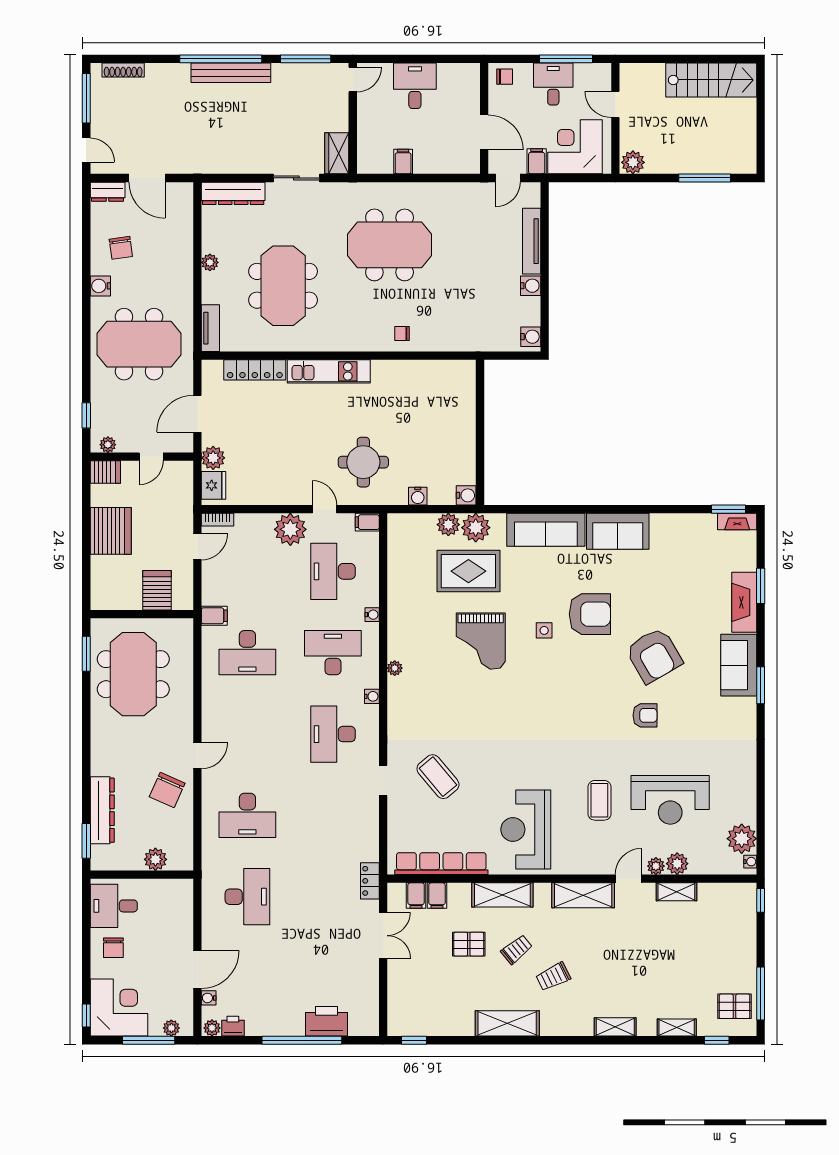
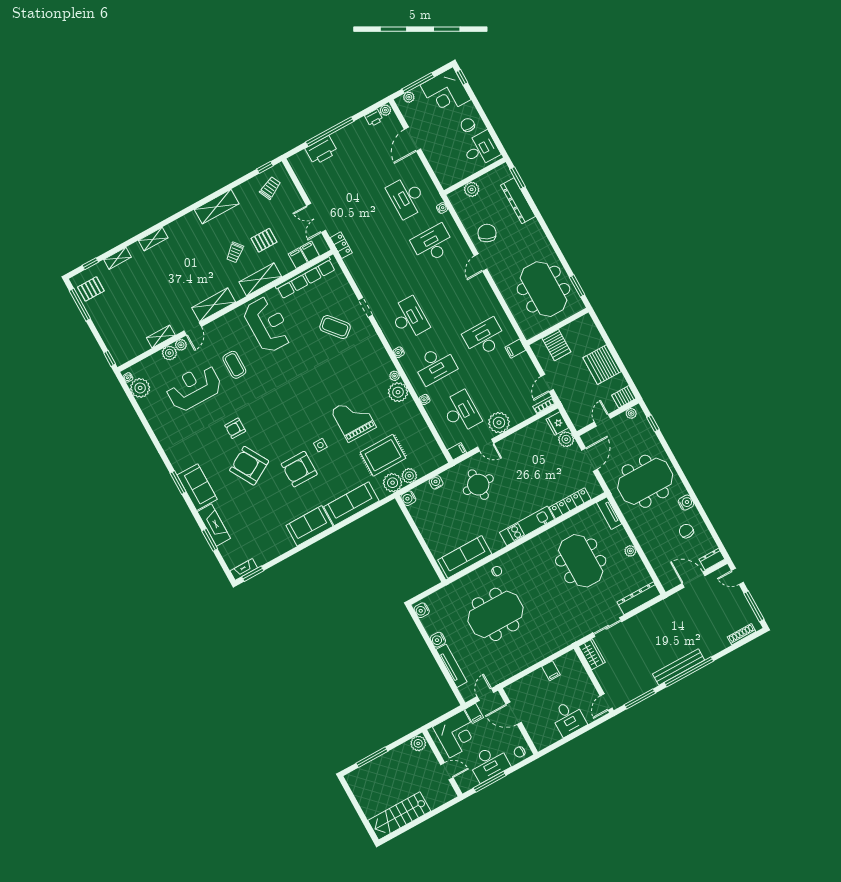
desk: (553, 84) -> (489, 763), width x1.37
meeting table: (390, 245) -> (496, 614), moved
sofa: (434, 376) -> (465, 557), added
plant: (402, 644) -> (398, 392), added
trolley: (553, 977) -> (270, 188), moved
water cooler: (209, 998) -> (442, 208), moved

